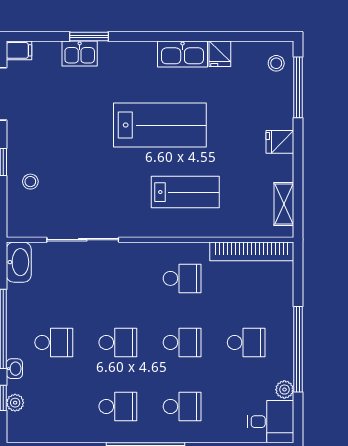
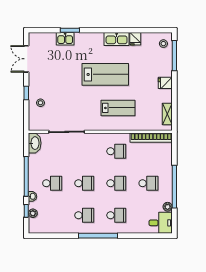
filing cabinet: (19, 50) -> (35, 37), removed

